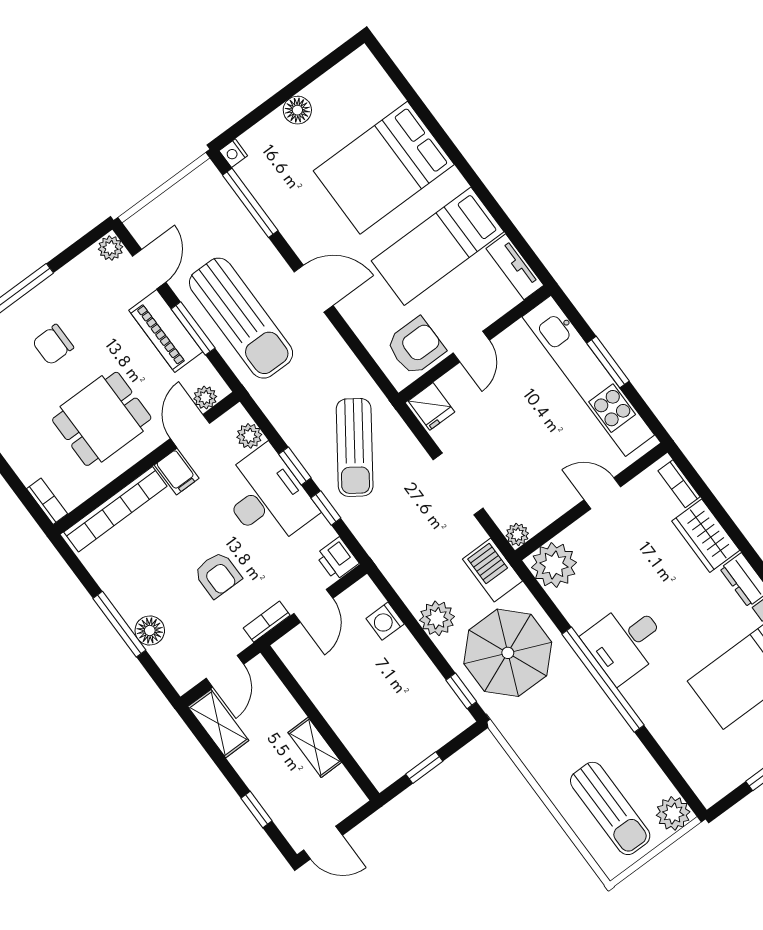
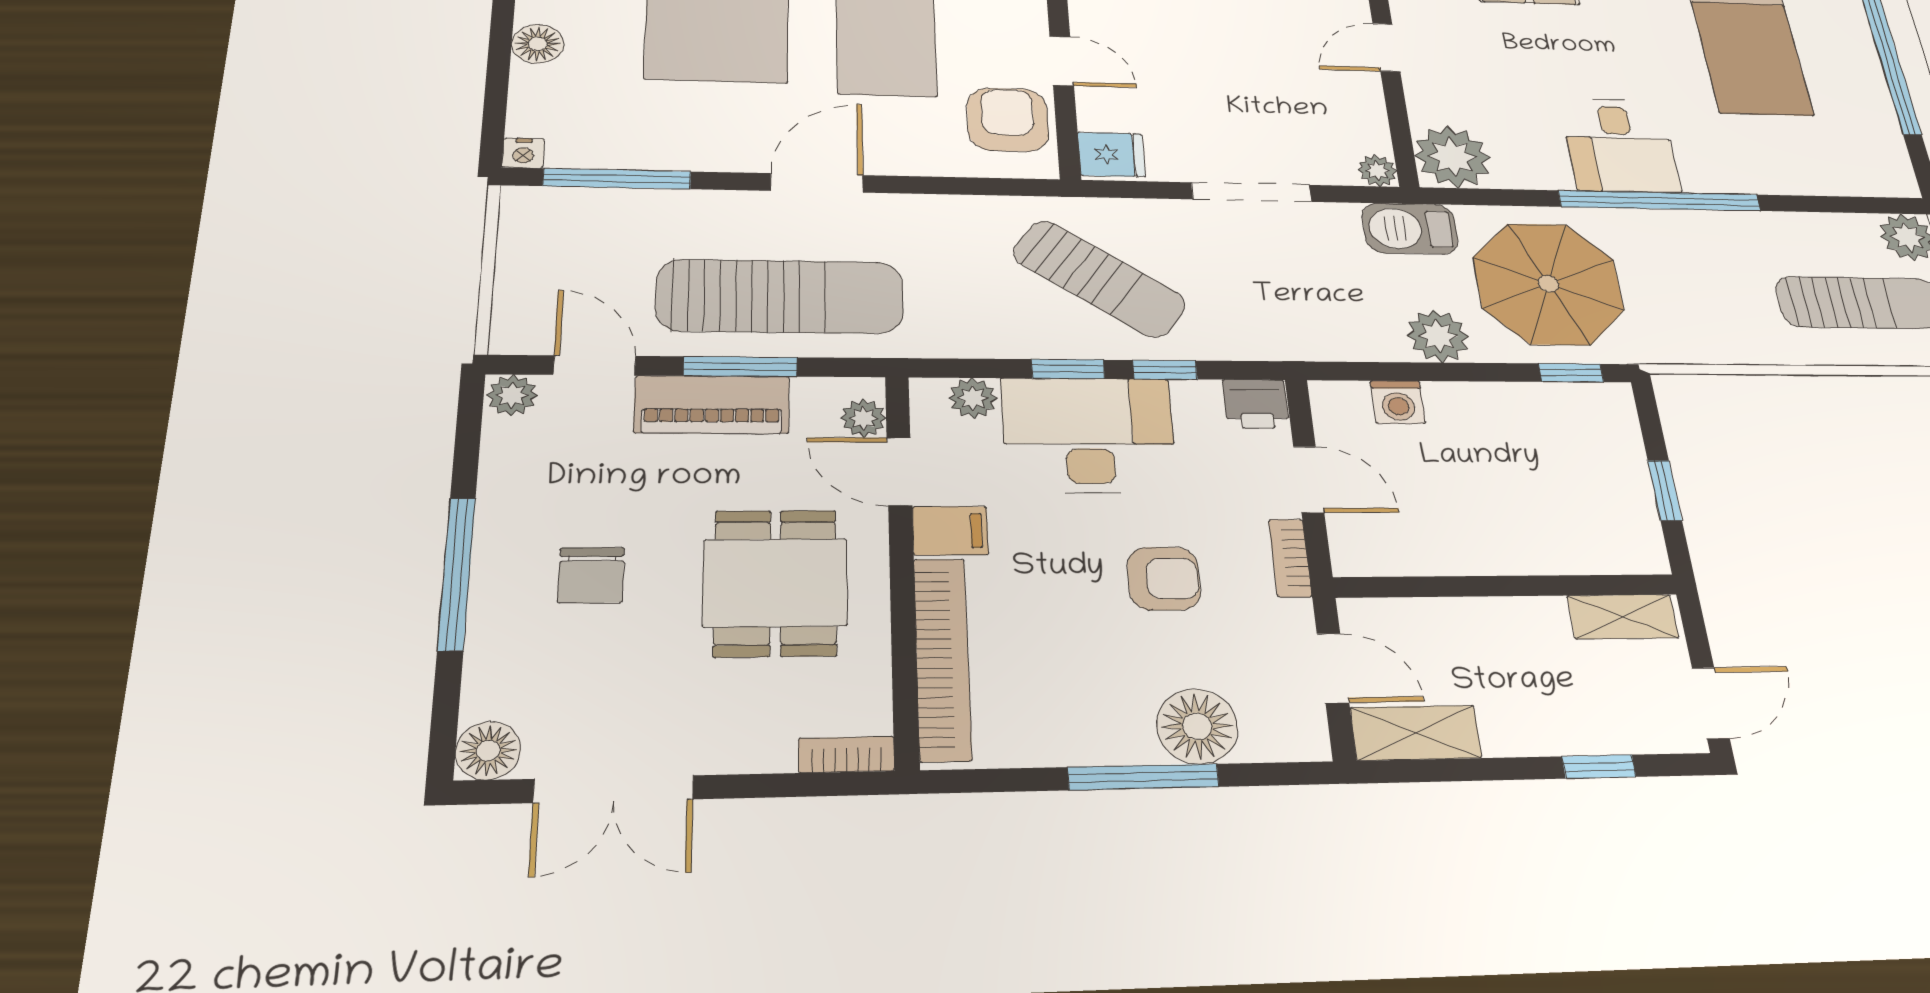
floor lamp: (150, 631) -> (1197, 726), width x1.38, depth x1.38
shelving: (315, 747) -> (1623, 617), moved

